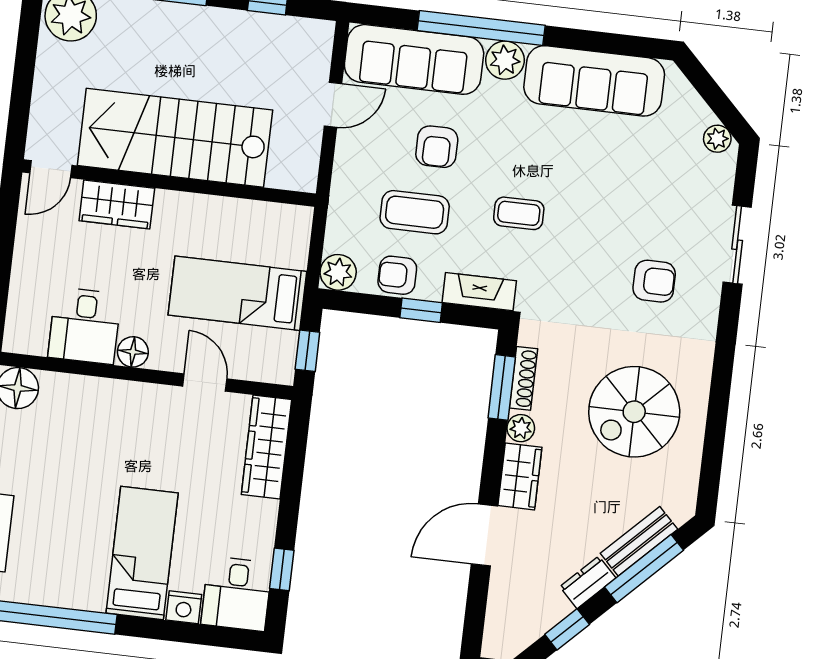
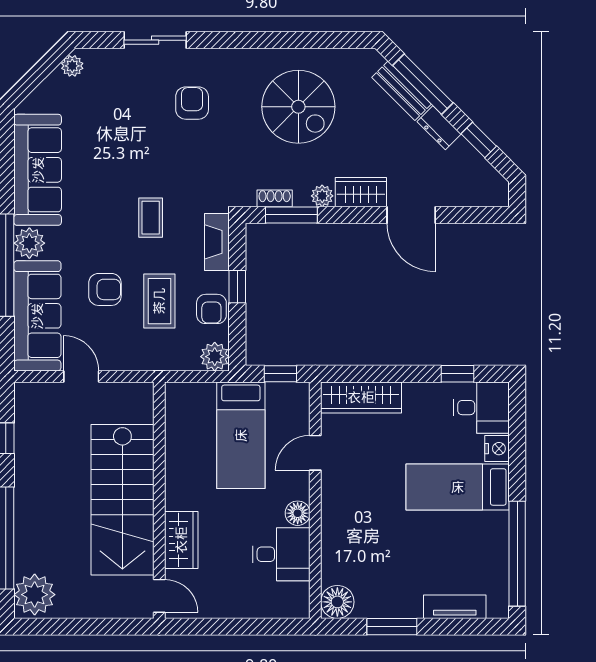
shoe rack: (524, 378) -> (275, 198), width x0.70

